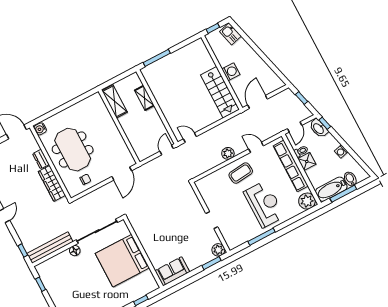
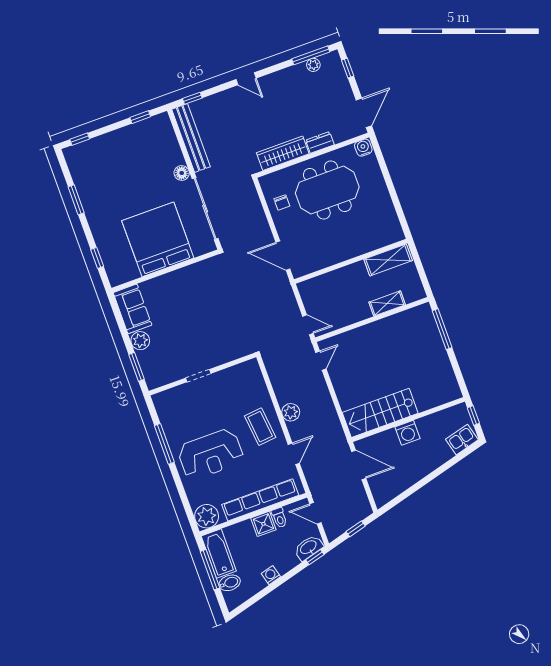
plant: (218, 250) -> (140, 341), moved

